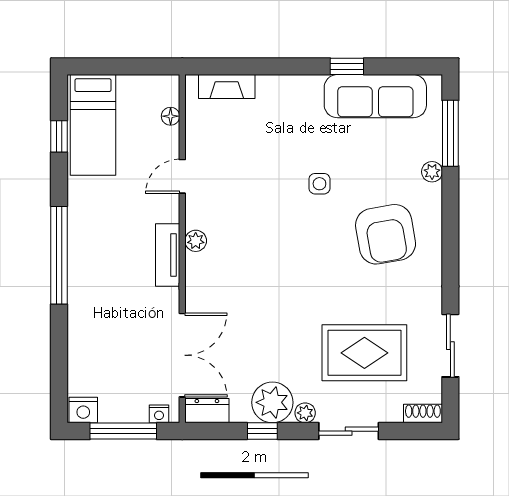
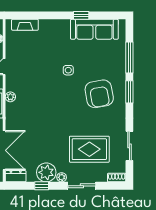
window: (450, 133) -> (129, 58), moved
plant: (432, 172) -> (121, 65), removed
window: (450, 230) -> (129, 92), added

